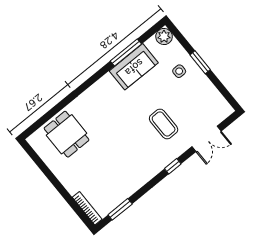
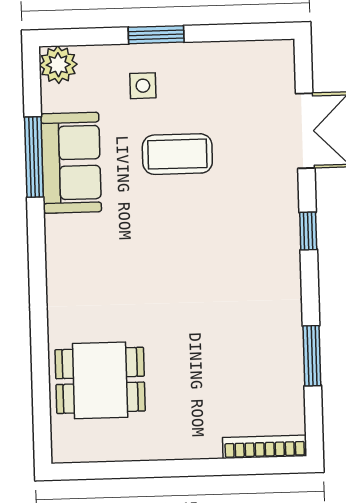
coffee table: (164, 124) -> (177, 154), moved
window: (120, 209) -> (312, 356), moved

